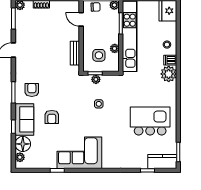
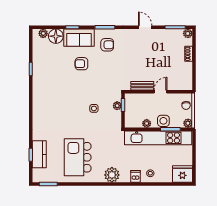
door: (81, 19) -> (160, 92), moved
side table: (99, 55) -> (163, 121), moved
plant: (169, 74) -> (112, 175), moved
kitchen island: (150, 121) -> (78, 157), turned 180
corner sofa: (79, 153) -> (47, 90), removed
kitchen counter: (162, 161) -> (39, 154), moved

